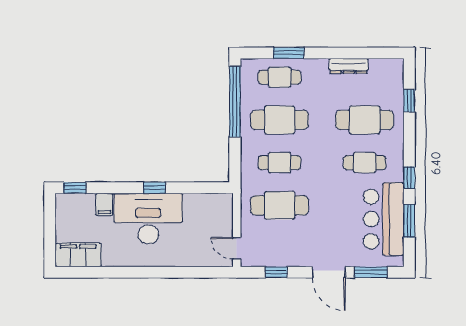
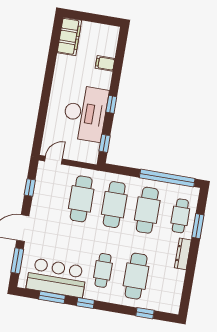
dresser: (349, 66) -> (183, 254), moved
cafe table: (280, 163) -> (114, 205), width x1.37, depth x1.35
window: (75, 188) -> (105, 143), moved
desk: (148, 219) -> (85, 113), moved

